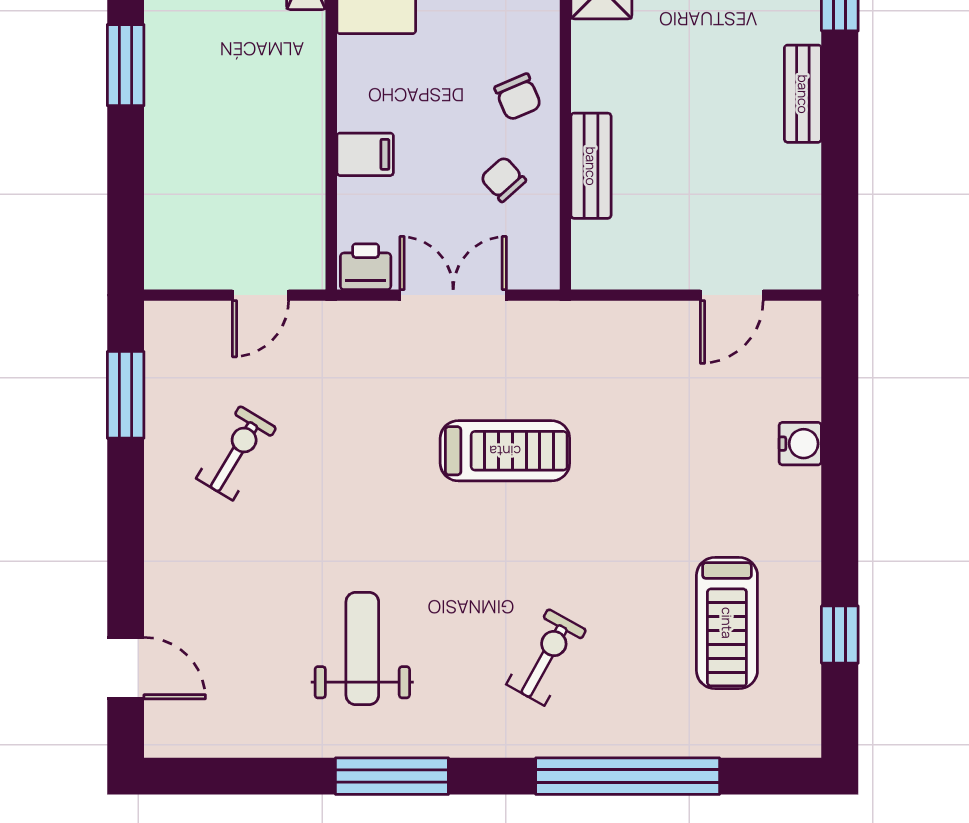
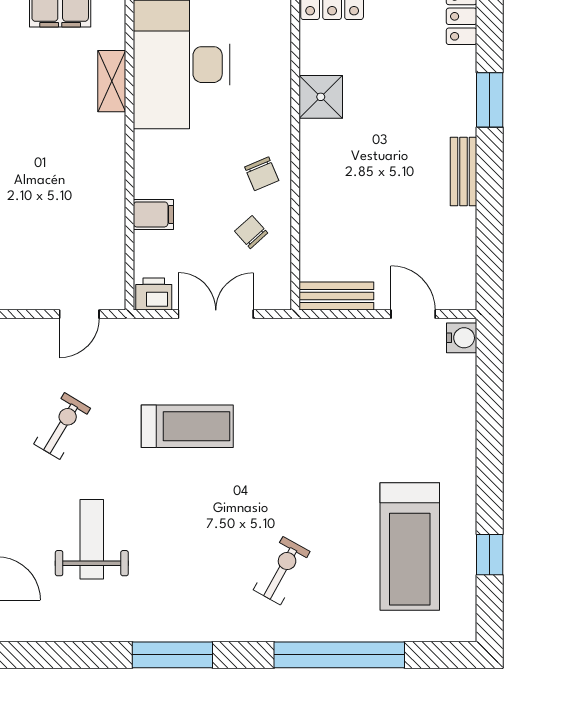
bench: (591, 166) -> (336, 296), moved, turned 90
door: (732, 295) -> (413, 314), swing flipped
water cooler: (800, 444) -> (462, 338), moved
treadmill: (505, 451) -> (187, 426), moved
treadmill: (727, 623) -> (410, 546), width x1.37, depth x1.38
weight bench: (362, 649) -> (92, 539), moved

